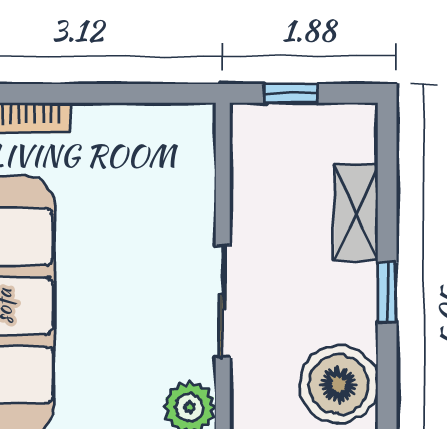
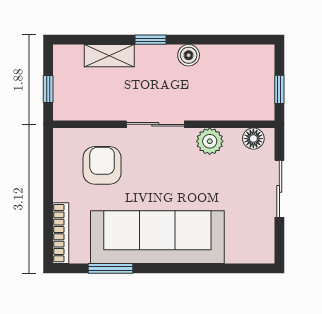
armchair: (143, 198) -> (102, 165), added
boiler: (339, 384) -> (189, 55), width x0.54, depth x0.54

